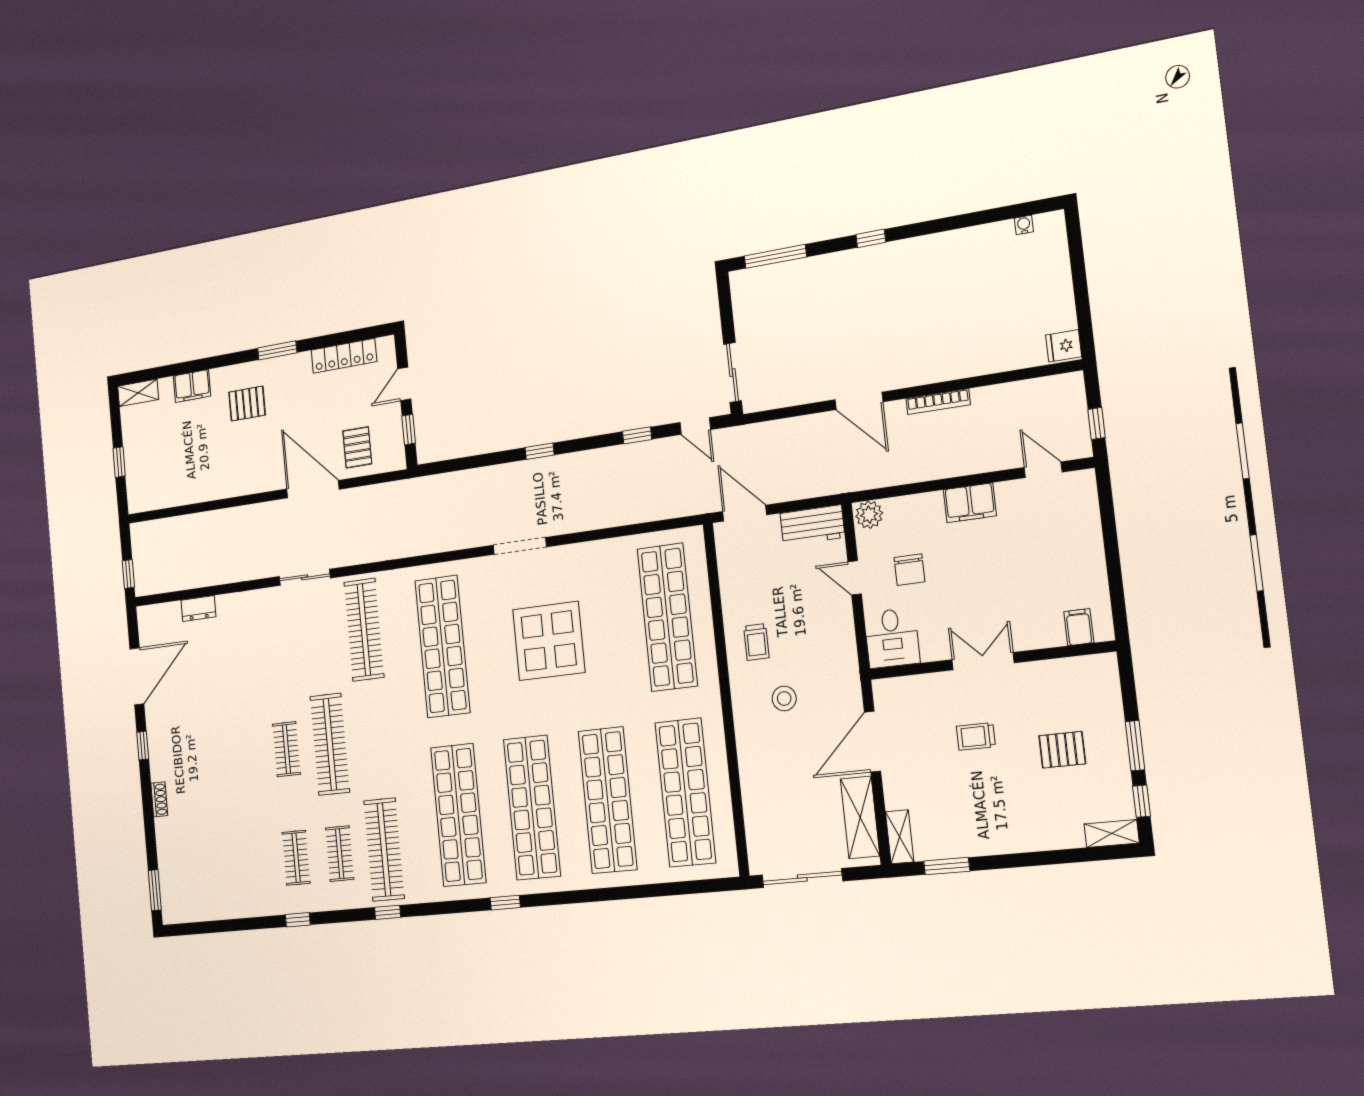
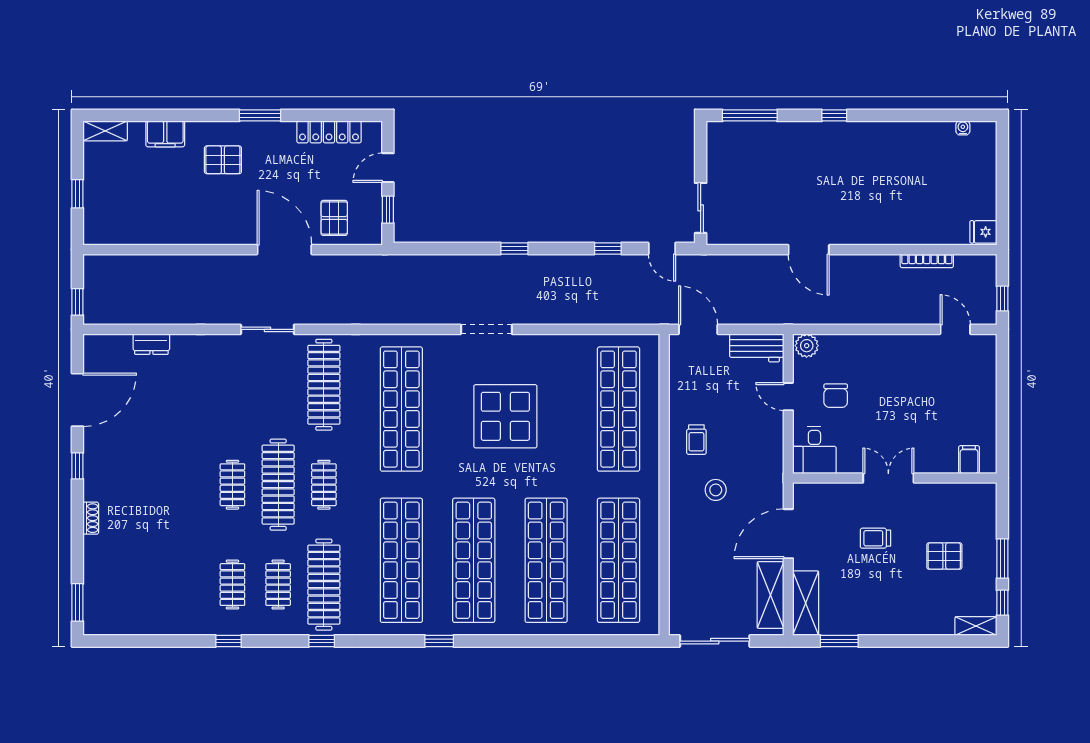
bookcase: (938, 402) -> (927, 261), moved
filing cabinet: (970, 503) -> (892, 348), removed
clothes rail: (374, 739) -> (324, 485), added
shelving: (900, 837) -> (806, 603), width x1.50, depth x1.33

